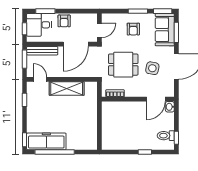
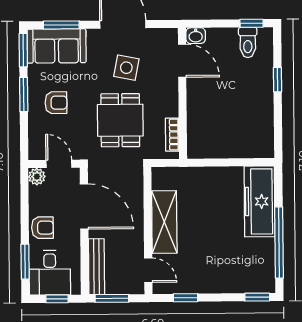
plant: (92, 18) -> (37, 177), added
door: (40, 79) -> (148, 270), swing flipped
freezer: (46, 141) -> (259, 201), moved

